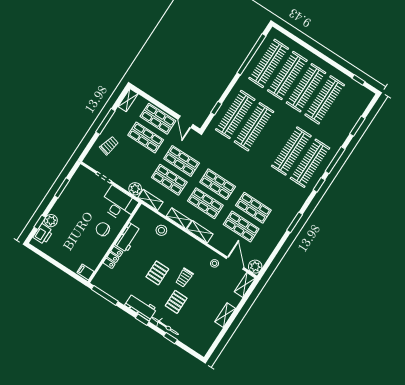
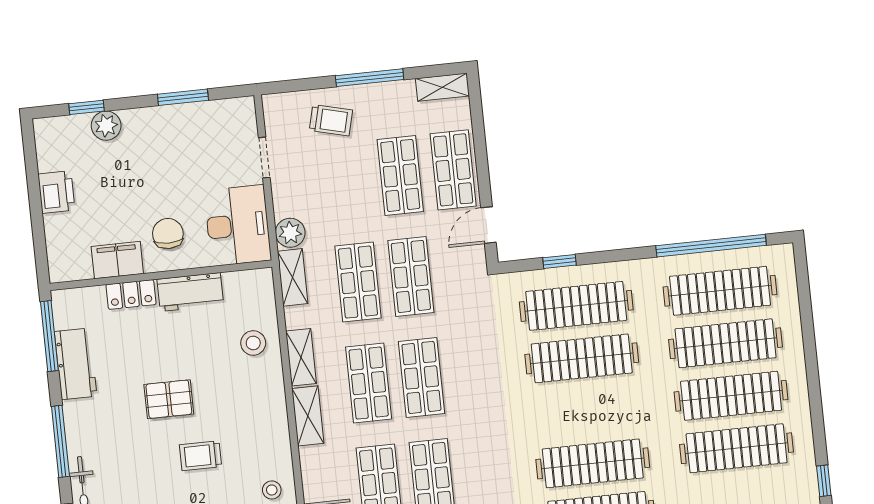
printer: (43, 234) -> (56, 192), moved, turned -90
filing cabinet: (85, 272) -> (117, 260), moved, width x2.00
pallet: (176, 302) -> (144, 477), removed
workbench: (141, 307) -> (76, 364), moved
window: (142, 320) -> (60, 441), width x2.17

